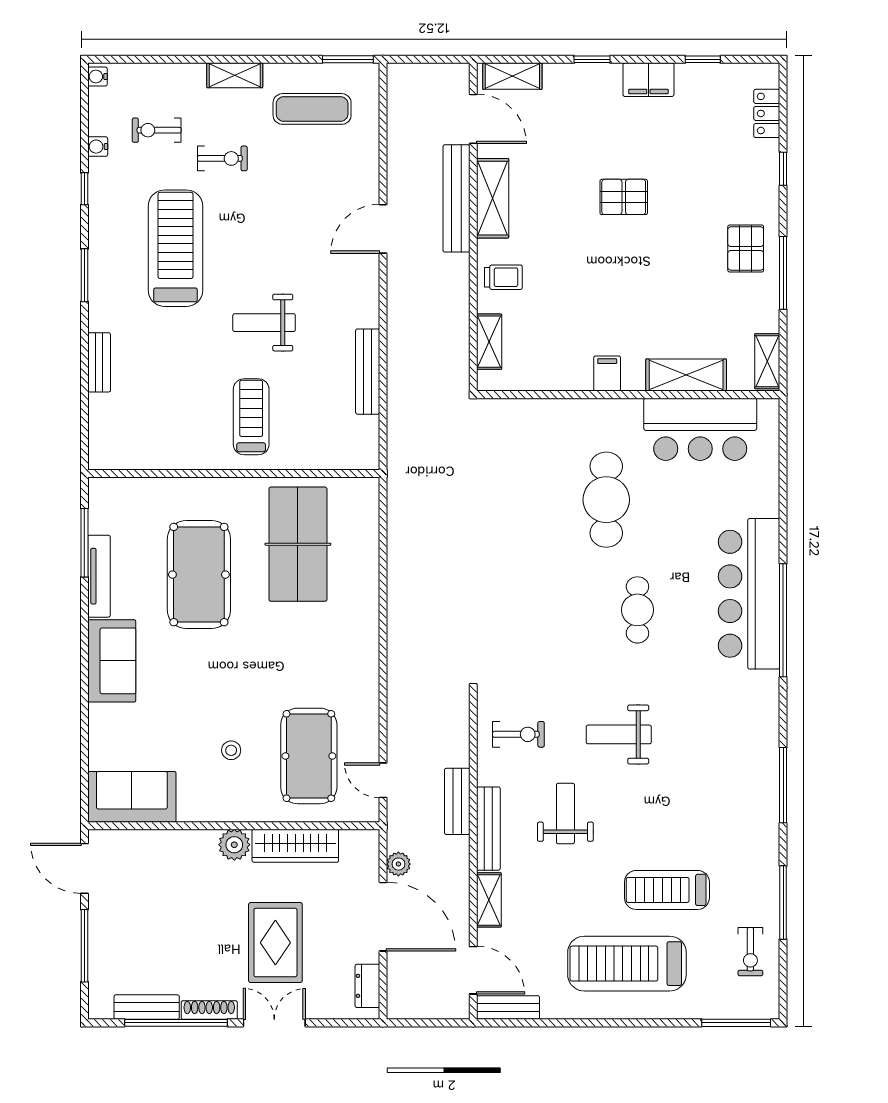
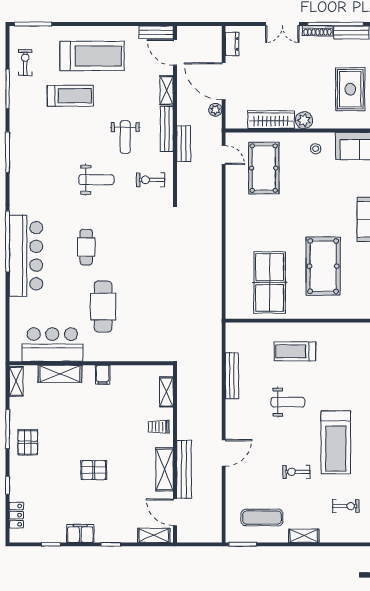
exercise bike: (222, 158) -> (296, 472), moved
treadmill: (251, 417) -> (295, 351), turned 90
stool: (231, 750) -> (316, 149), moved
rug: (275, 943) -> (350, 89), moved

